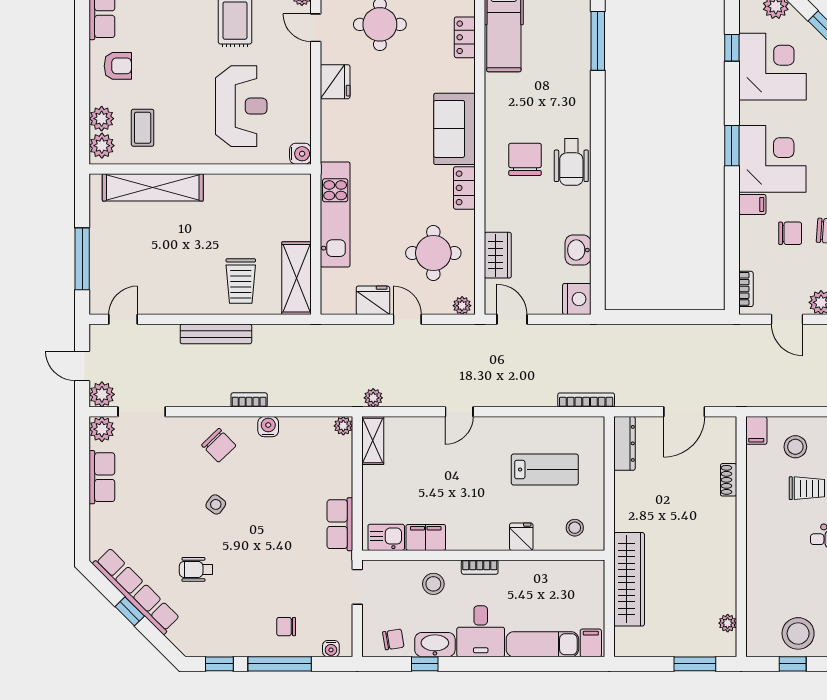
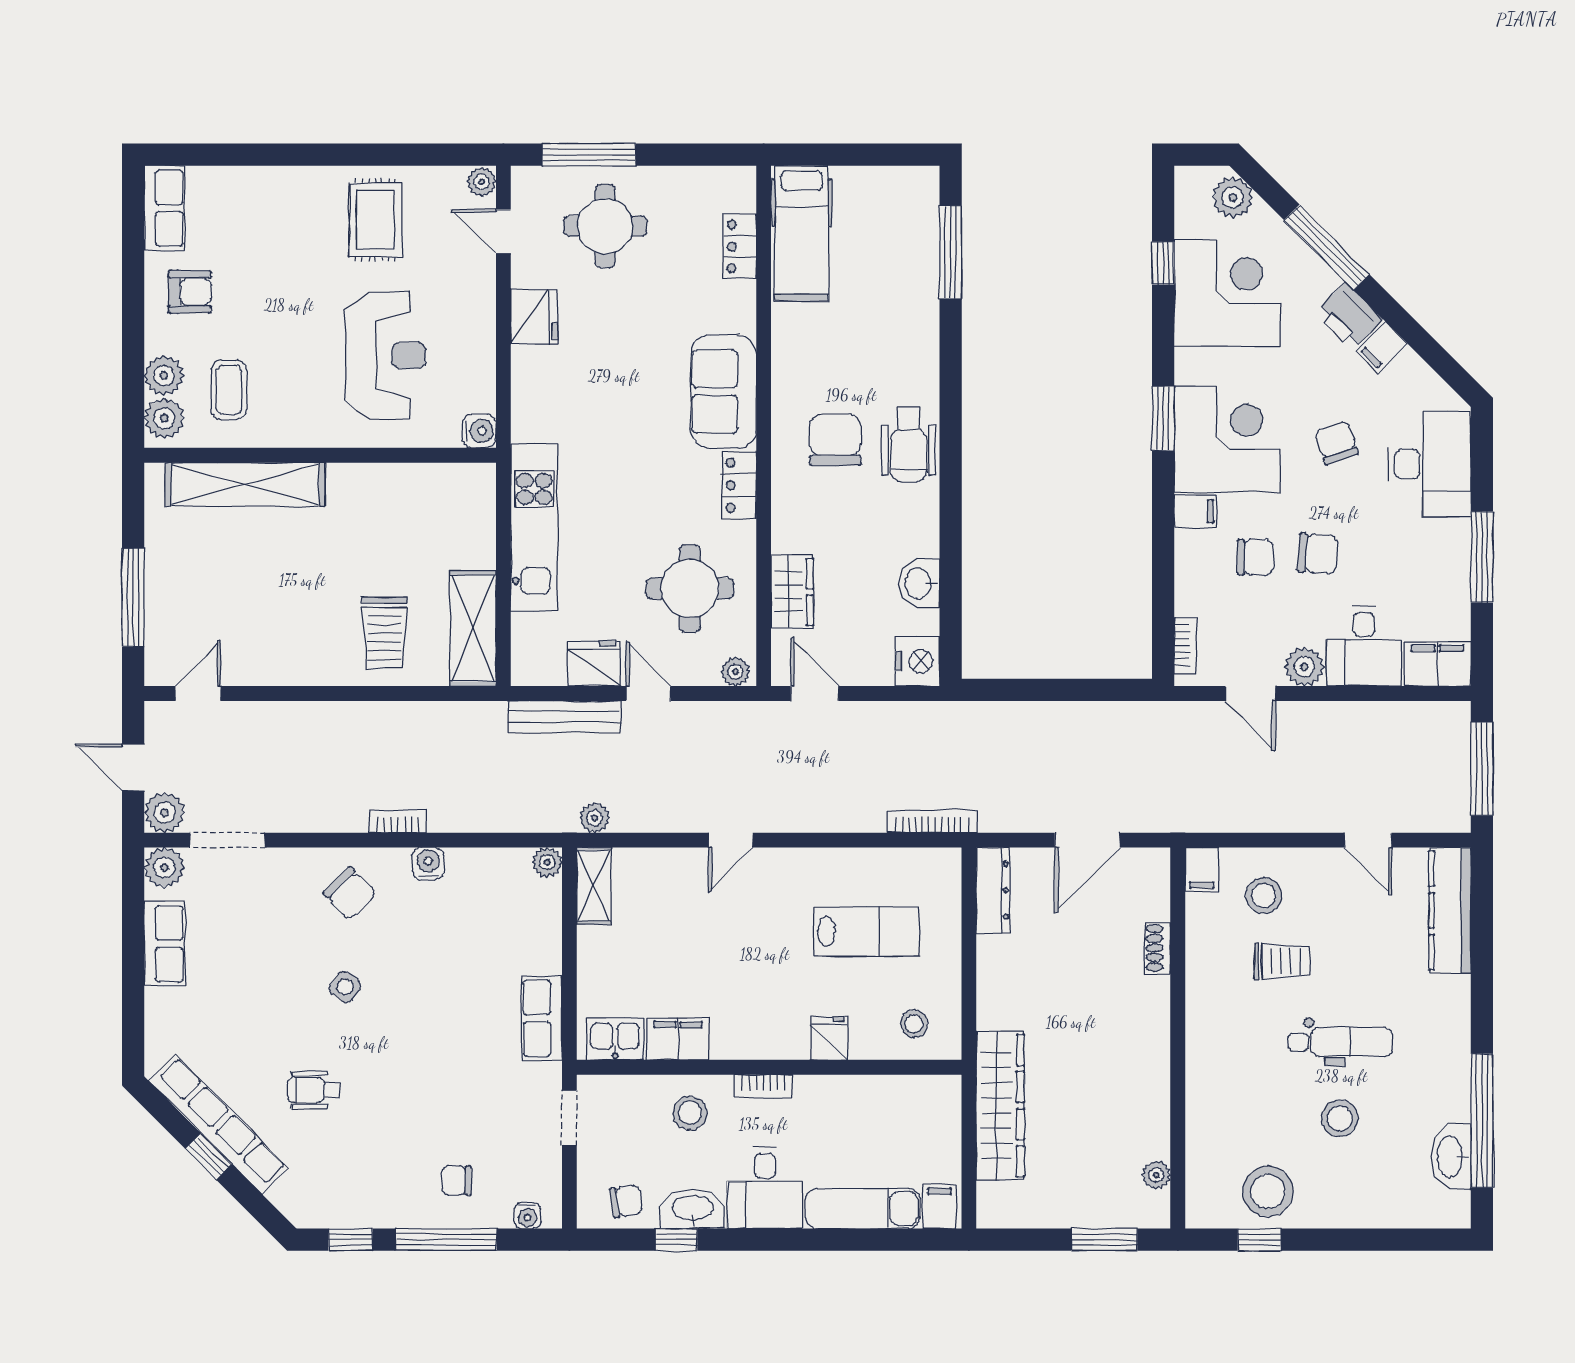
bench: (216, 334) -> (564, 717), moved

